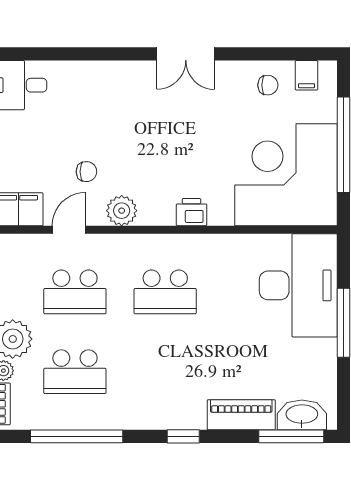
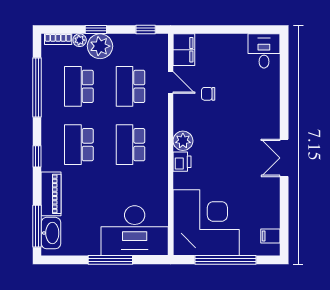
chair: (268, 85) -> (264, 211), removed
chair: (86, 172) -> (208, 94), turned 90
plant: (122, 211) -> (183, 141), moved
school desk: (165, 372) -> (79, 145), added

